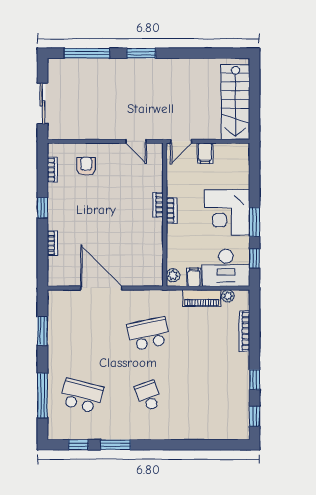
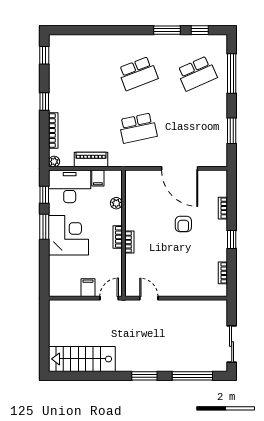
stairs: (235, 102) -> (82, 359), moved, turned -90
sliding door: (42, 103) -> (232, 344), moved
armchair: (86, 166) -> (183, 224), moved
plant: (173, 275) -> (116, 203), moved
plant: (228, 296) -> (54, 162), moved
window: (254, 380) -> (44, 101), moved
school desk: (82, 396) -> (197, 73), turned -39
school desk: (148, 396) -> (138, 73), width x1.85

